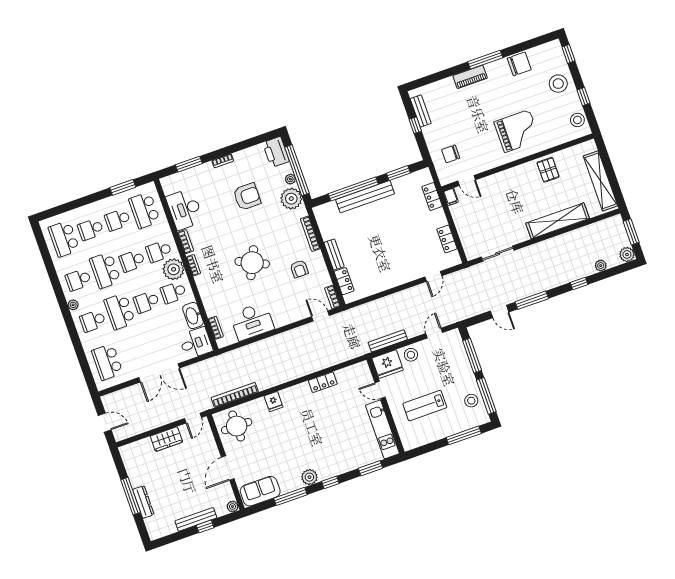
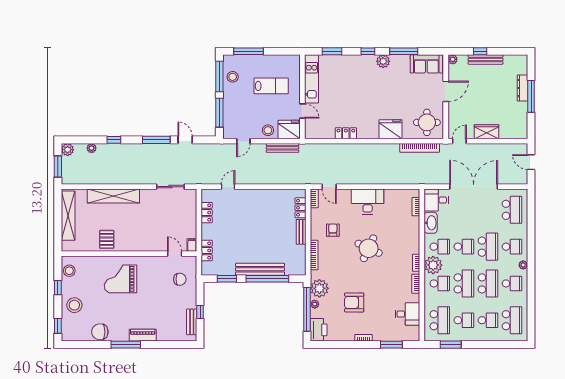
desk: (185, 209) -> (407, 314), width x0.73
school desk: (132, 261) -> (464, 283), width x1.85
desk: (252, 321) -> (368, 201), moved
double door: (159, 373) -> (474, 187), width x1.36
fridge: (274, 402) -> (391, 129), width x1.88, depth x1.34

